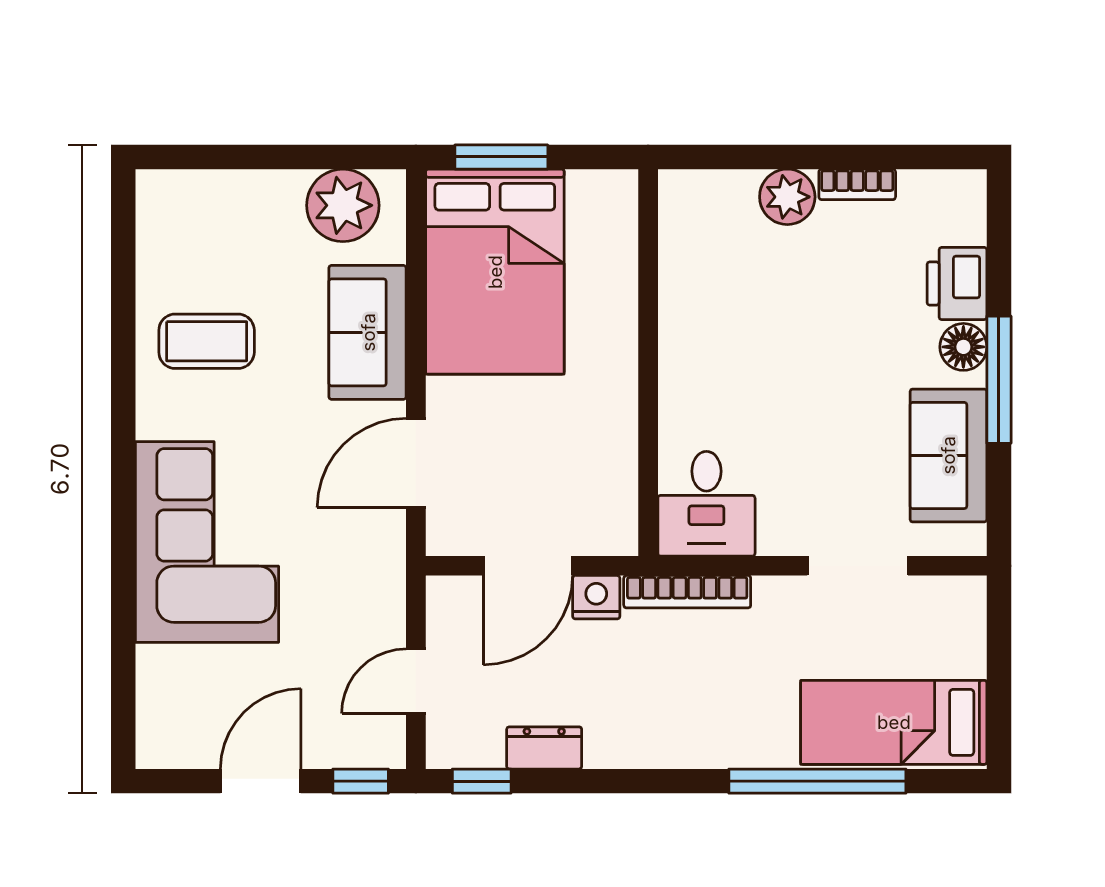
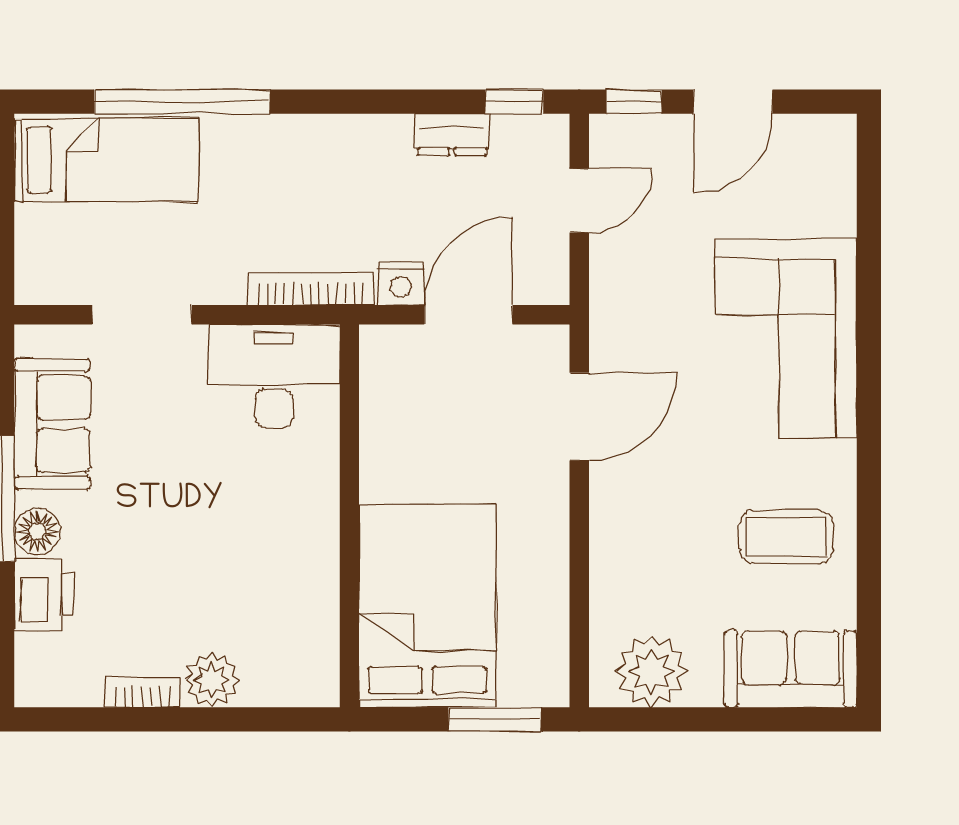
bed: (495, 272) -> (427, 606), moved
sofa: (368, 332) -> (791, 669), moved, turned -90
desk: (706, 504) -> (274, 376), width x1.37

